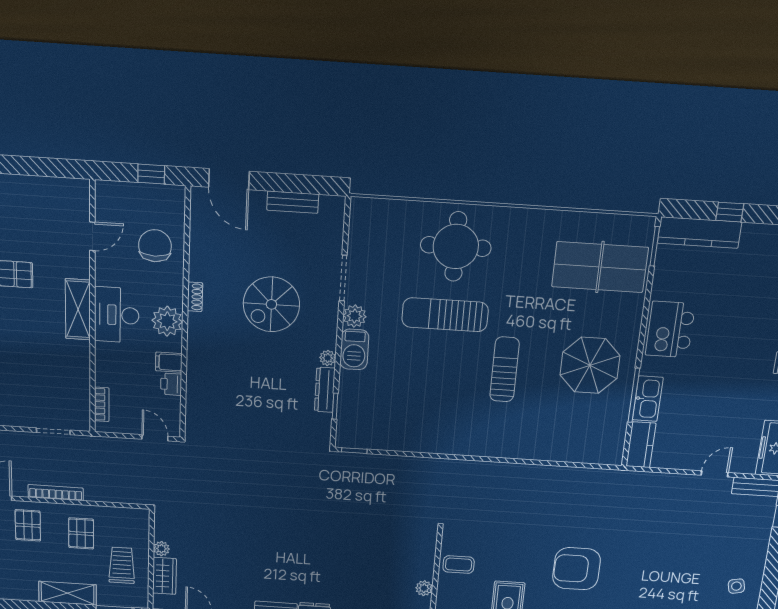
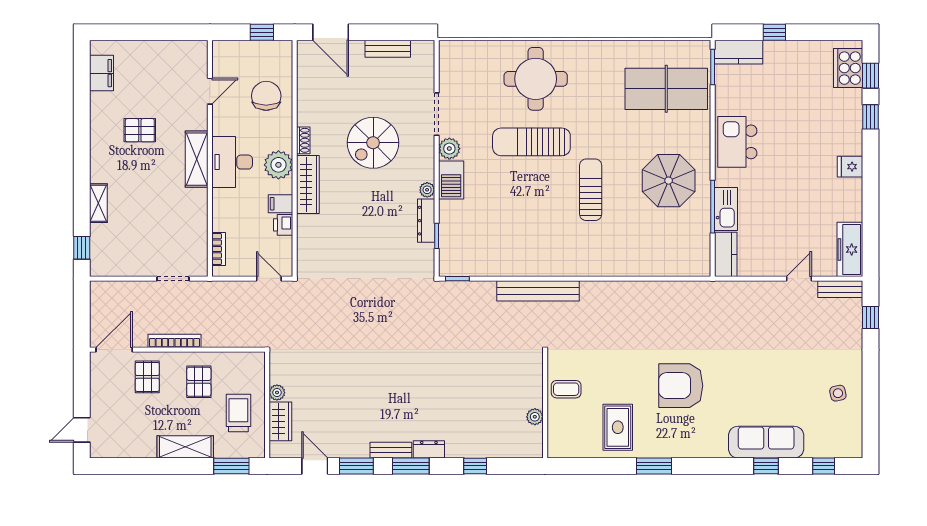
kitchen counter: (699, 233) -> (739, 52), width x0.67
wardrobe: (199, 344) -> (308, 184), added
bench: (438, 468) -> (538, 291), added

